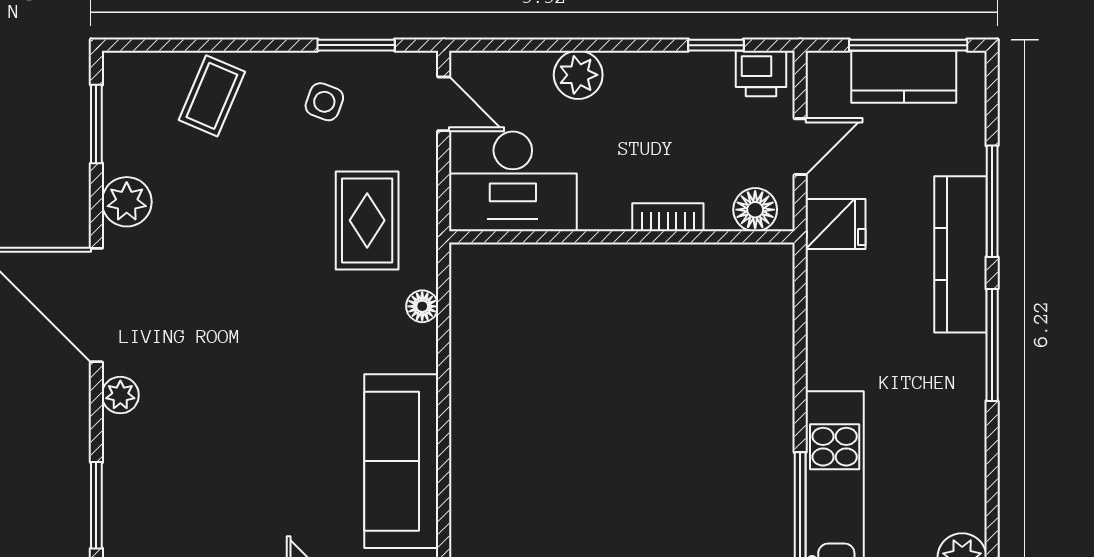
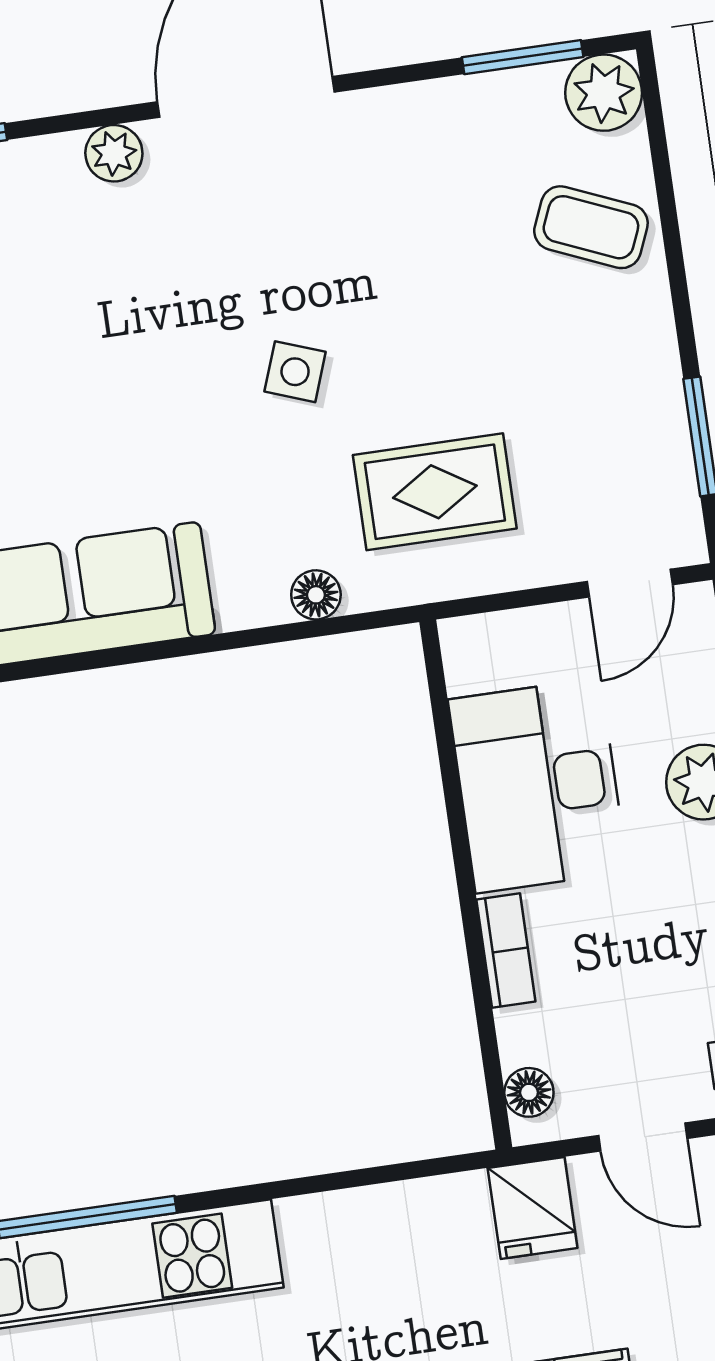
side table: (324, 102) -> (295, 372), moved
desk: (513, 181) -> (538, 786), moved
plant: (127, 202) -> (604, 93), moved
floor lamp: (755, 210) -> (529, 1092), width x0.73, depth x0.73

